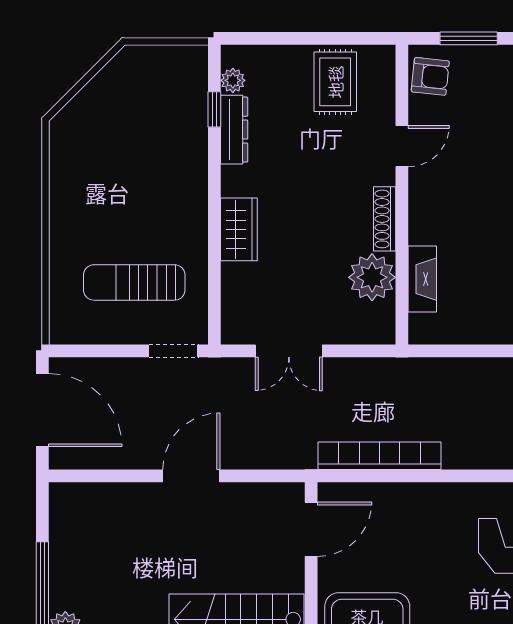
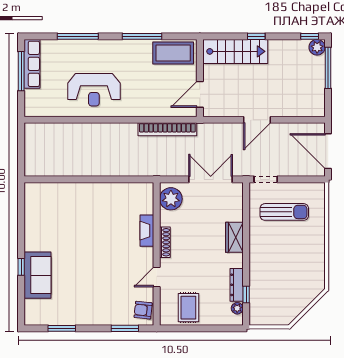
plant: (372, 277) -> (171, 199), moved
fireplace: (422, 279) -> (147, 231), moved
double door: (289, 351) -> (211, 179), width x1.37

